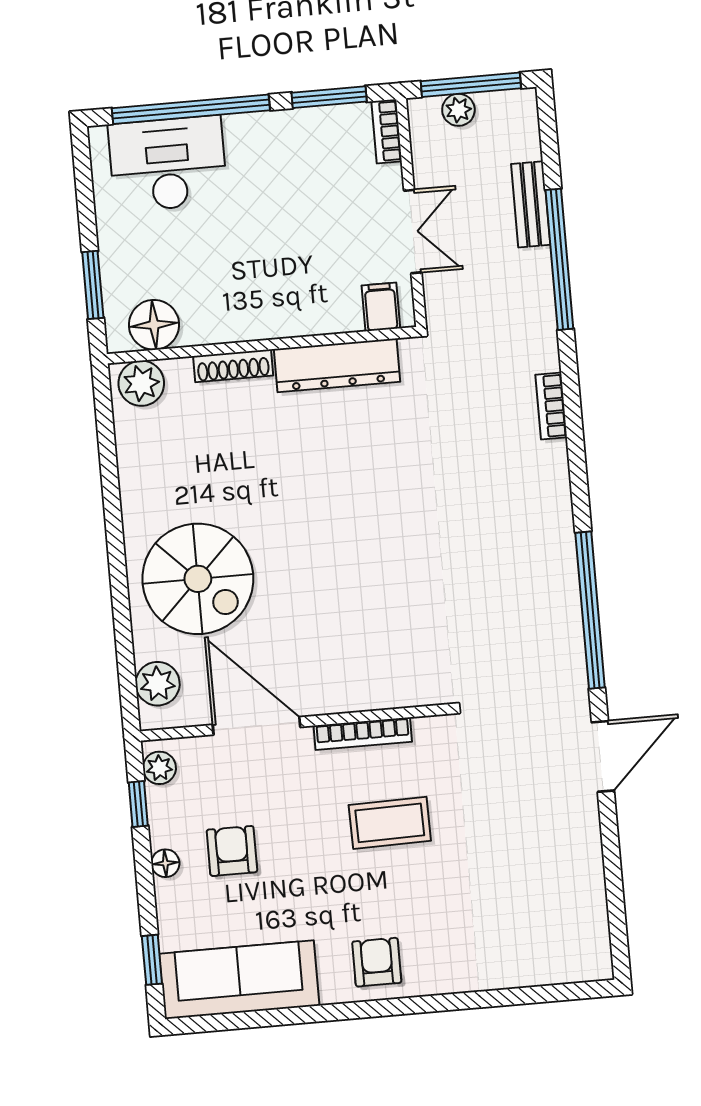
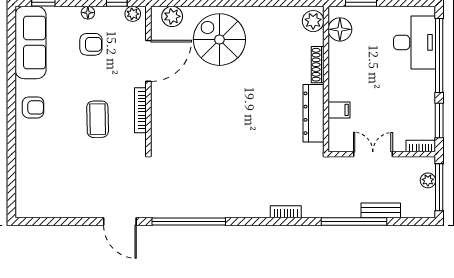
double door: (413, 231) -> (373, 154), swing flipped
filing cabinet: (381, 307) -> (339, 110), moved
spiral stairs: (198, 579) -> (219, 40), turned 90

